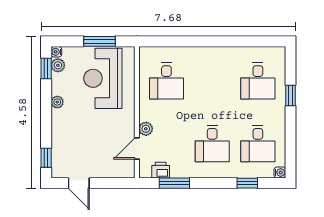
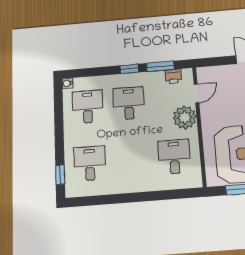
window: (290, 96) -> (60, 175), moved
plant: (146, 129) -> (185, 117), width x1.87, depth x1.87
window: (247, 183) -> (129, 69), moved

